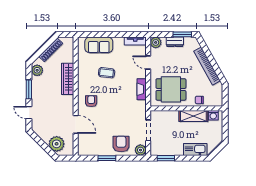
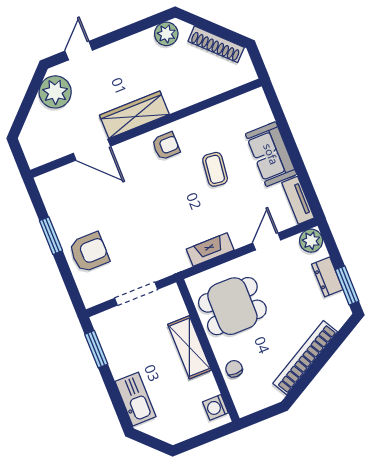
sofa: (99, 45) -> (271, 154), moved
wardrobe: (68, 79) -> (134, 115), moved
window: (29, 89) -> (123, 33), removed
dining table: (171, 89) -> (232, 306), turned 90
armchair: (91, 101) -> (166, 146), moved
shelving: (193, 116) -> (189, 347), moved
door: (76, 124) -> (92, 150), hinge flipped
plant: (57, 144) -> (55, 92), moved
plant: (140, 150) -> (92, 294), removed

